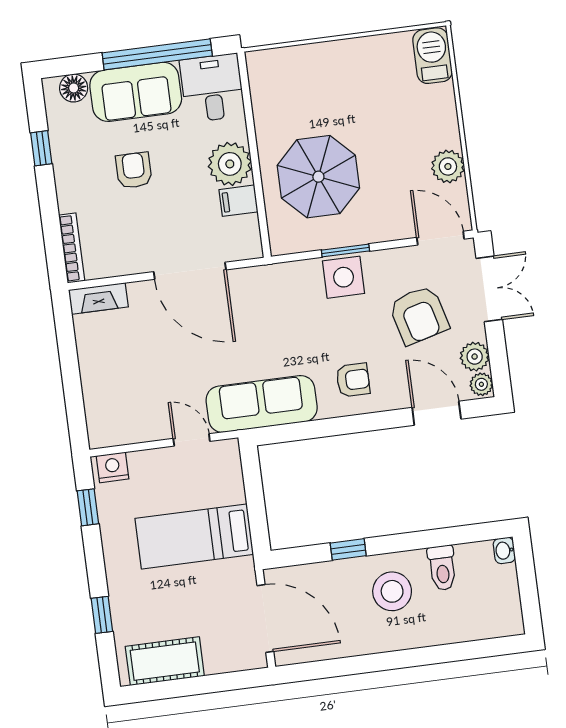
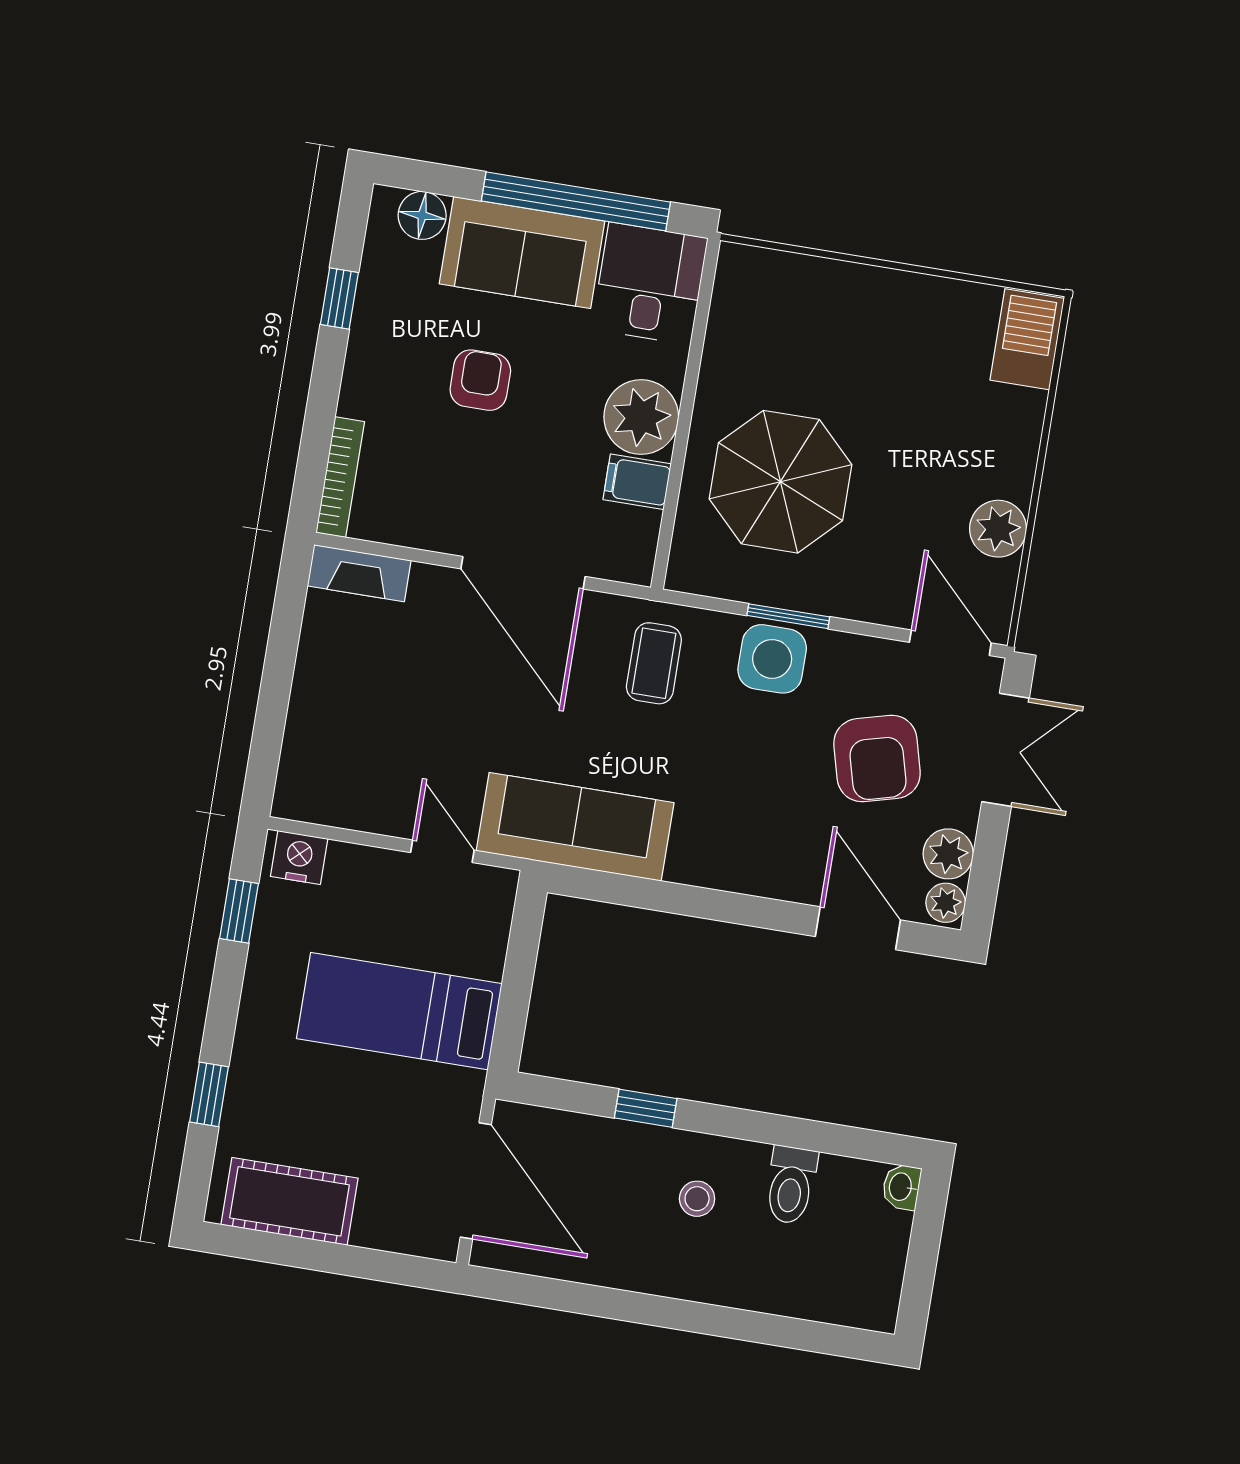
coffee table: (278, 299) -> (654, 663), added
armchair: (353, 380) -> (737, 832), removed
stool: (392, 591) -> (697, 1199), width x0.53, depth x0.53

